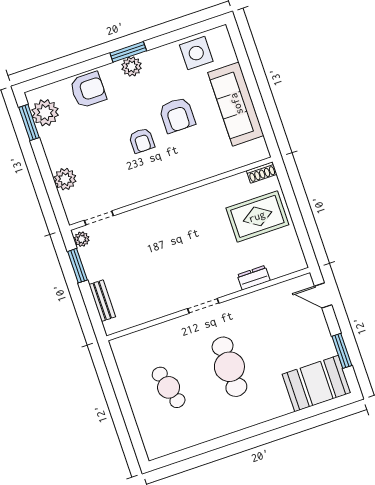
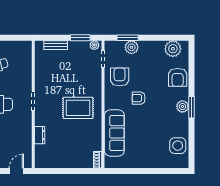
sofa: (236, 104) -> (114, 133), moved, turned 90
armchair: (177, 115) -> (120, 77), moved, turned 90
window: (29, 122) -> (128, 38), moved
rug: (257, 216) -> (78, 108), moved, turned 90

